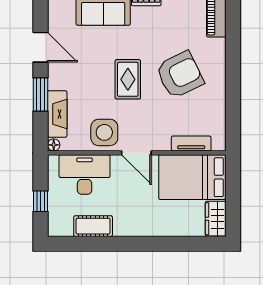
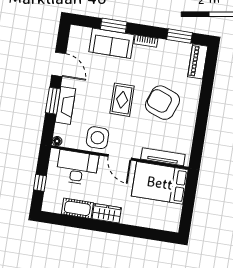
armchair: (180, 75) -> (163, 103), turned -134
fireplace: (57, 114) -> (65, 105), moved
tv unit: (191, 144) -> (163, 157), width x1.41
wardrobe: (216, 219) -> (107, 213), moved, turned 90

